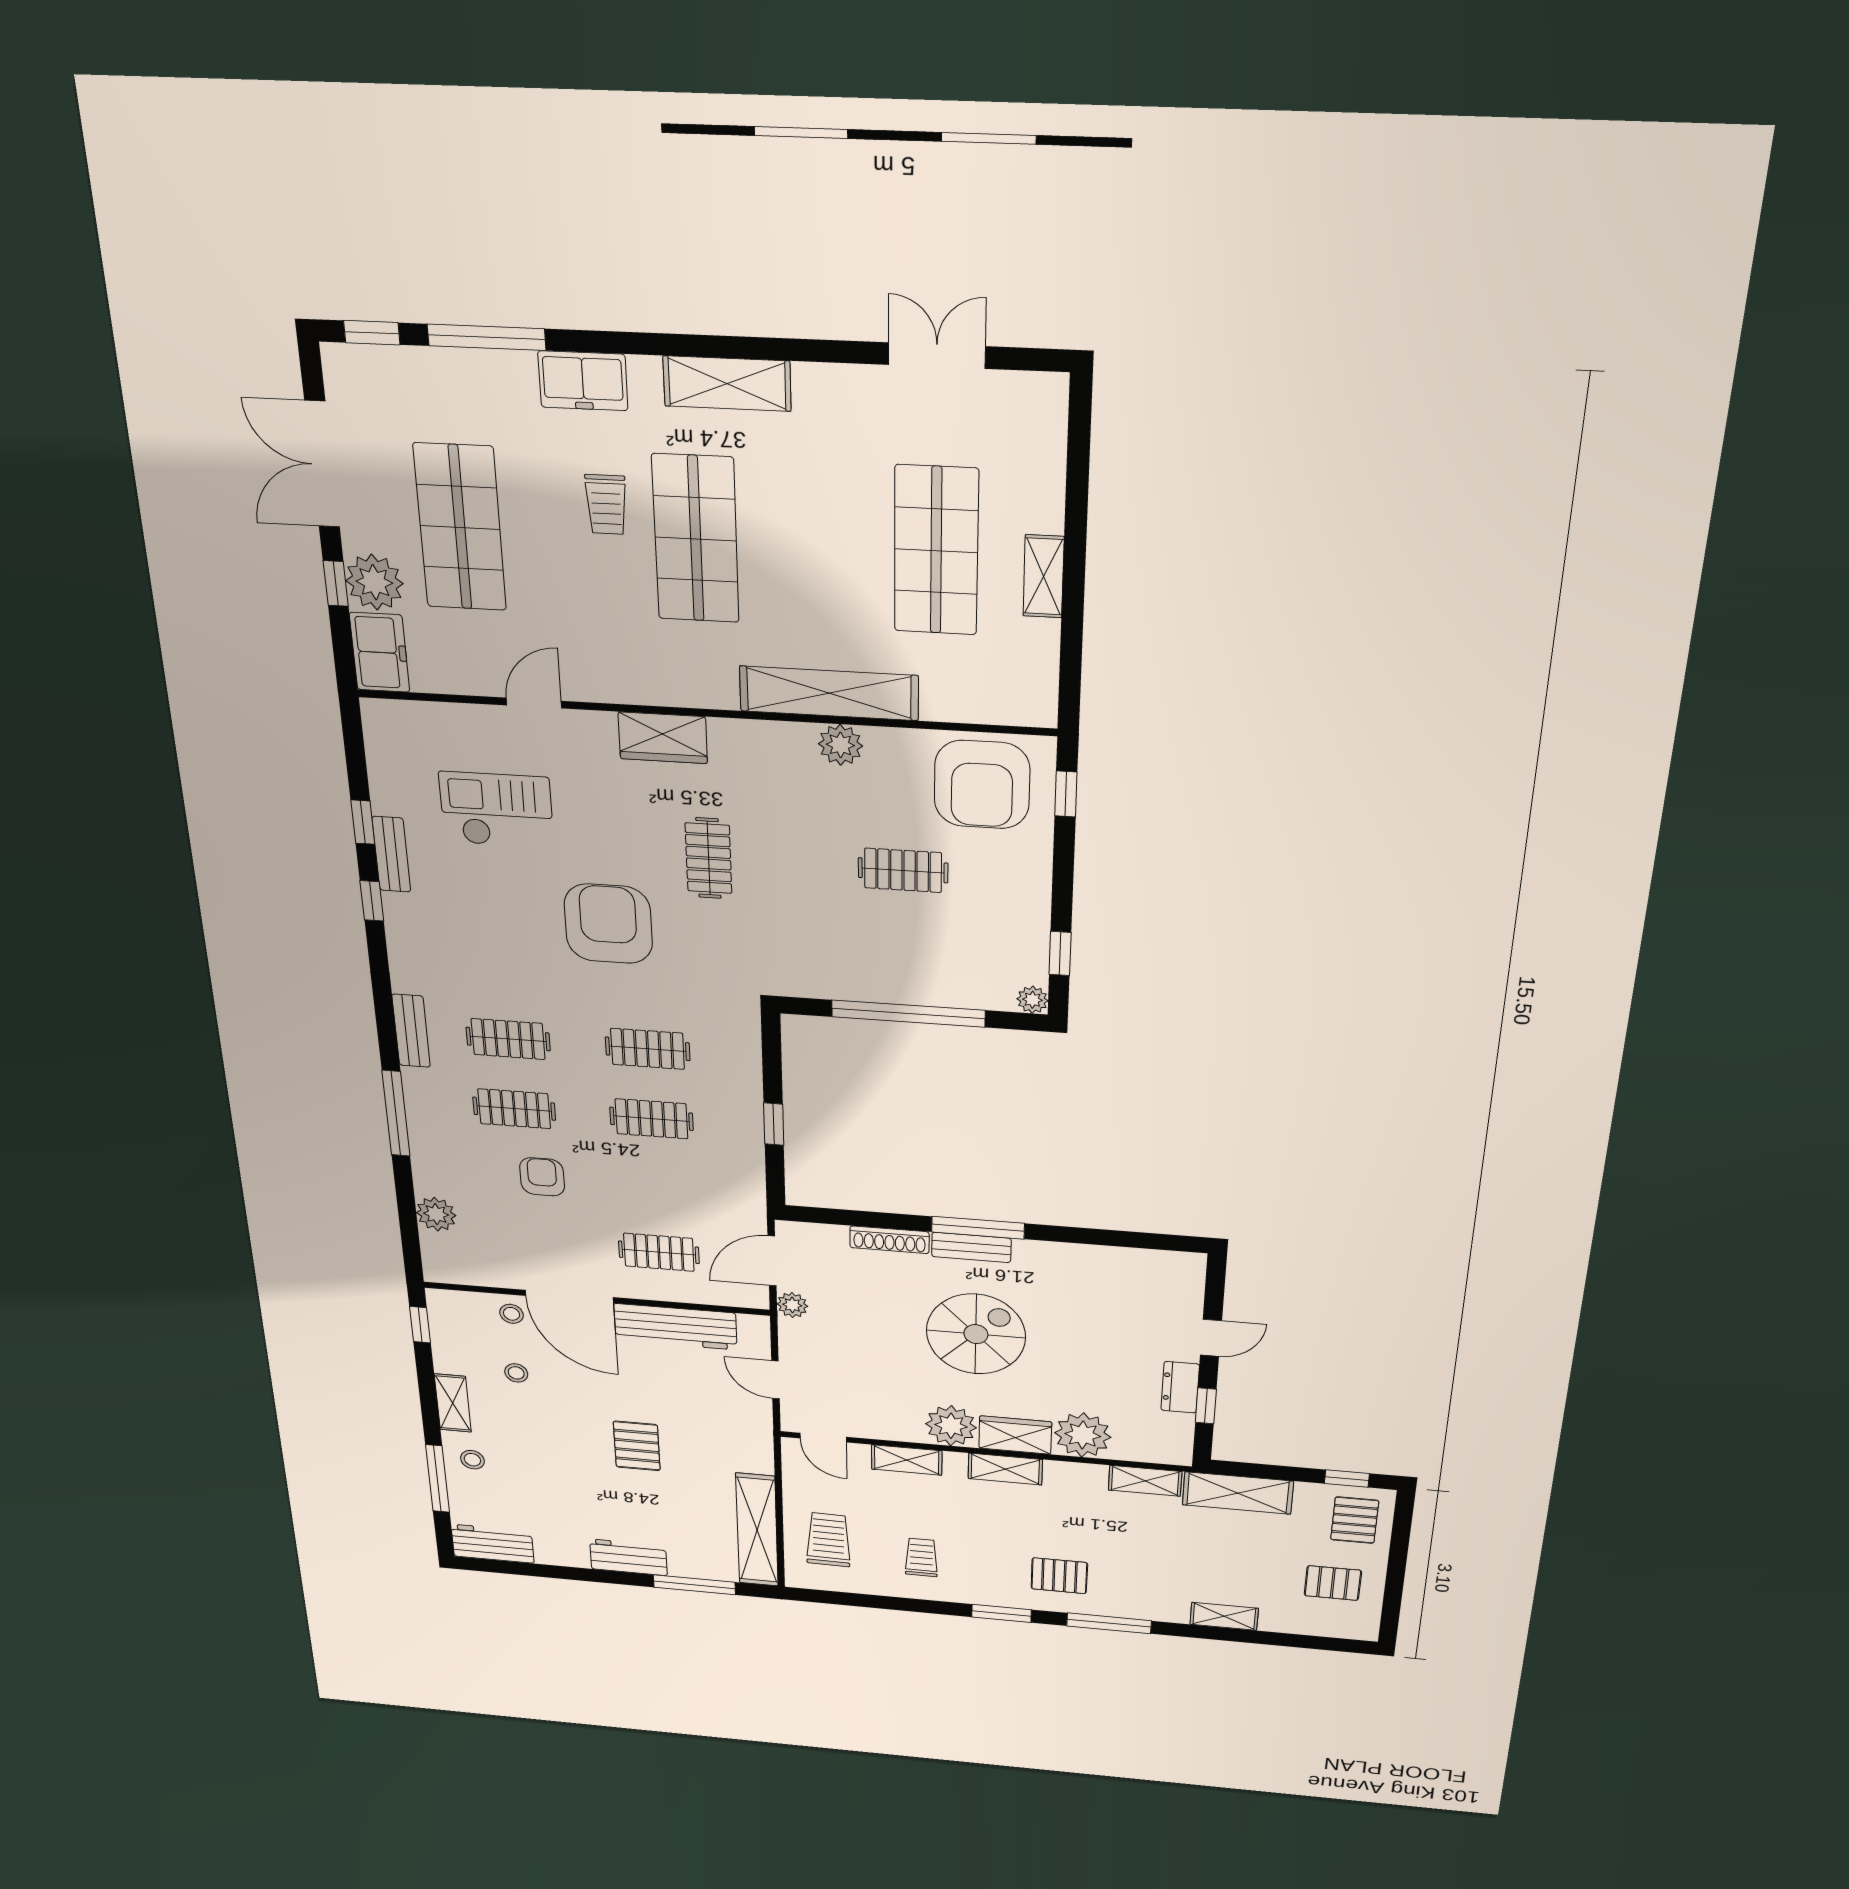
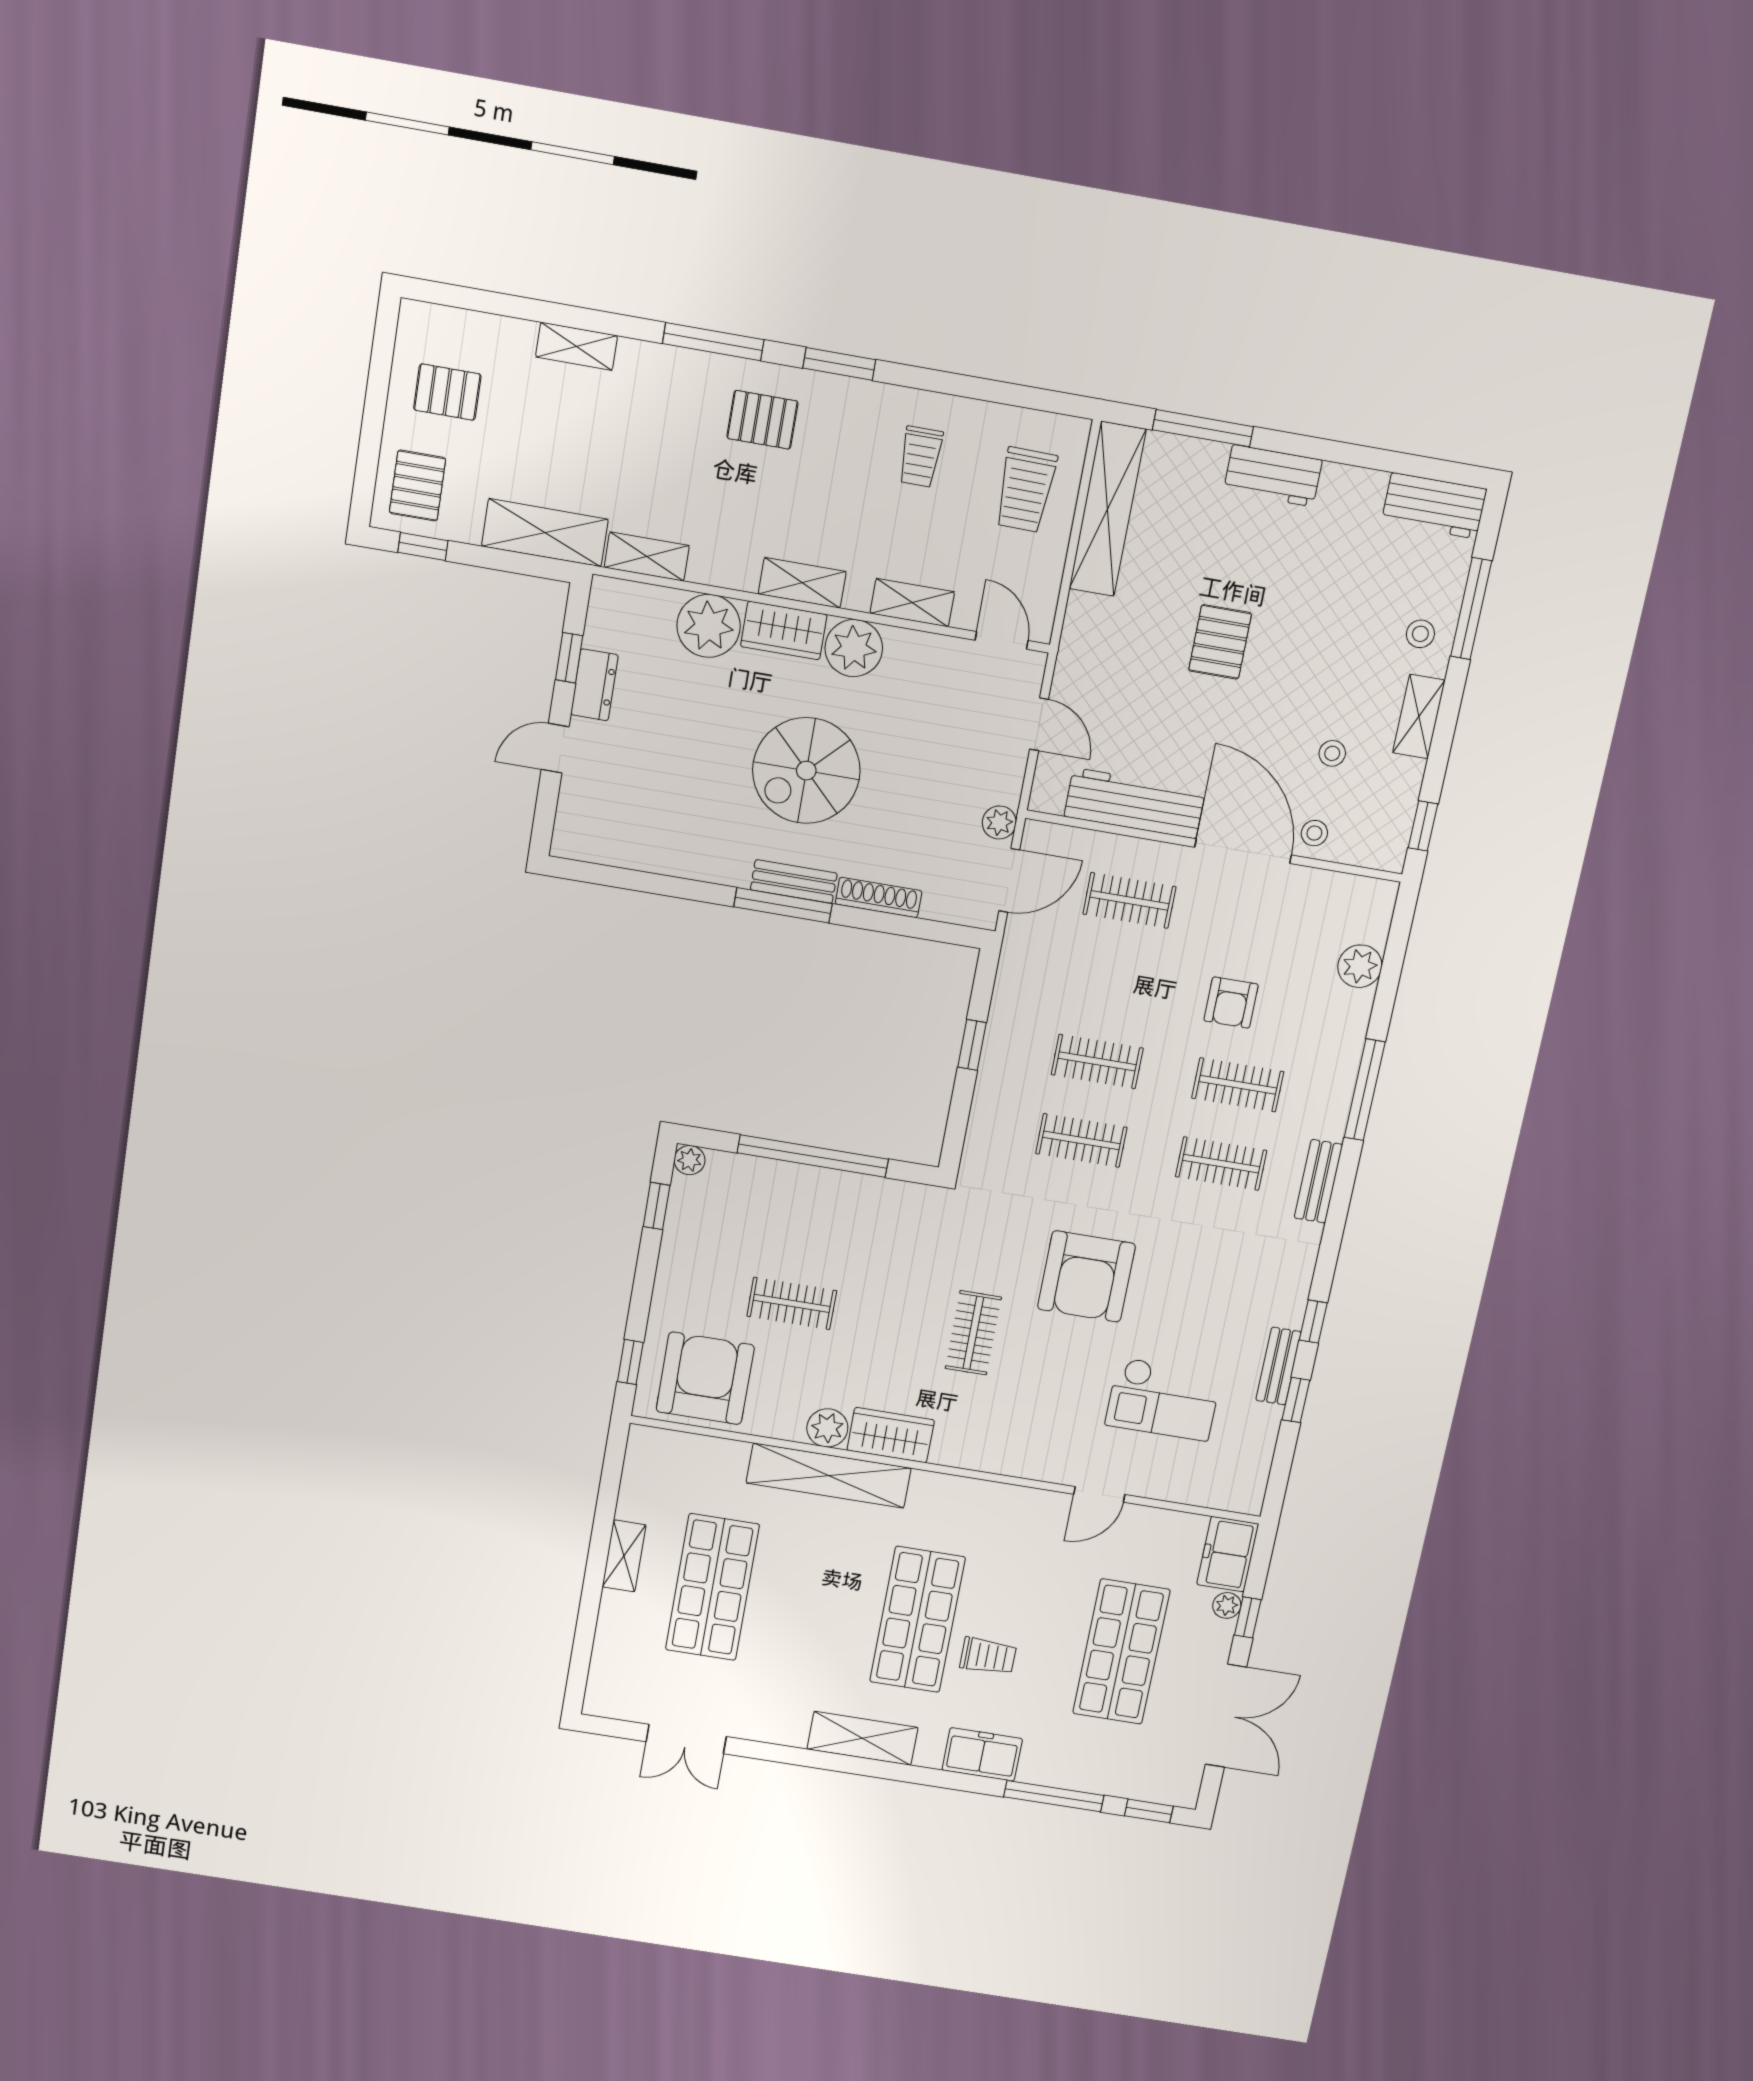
trolley: (606, 504) -> (988, 1656), turned 90
plant: (374, 582) -> (1227, 1605), width x0.53, depth x0.53
wardrobe: (663, 738) -> (891, 1435), moved

